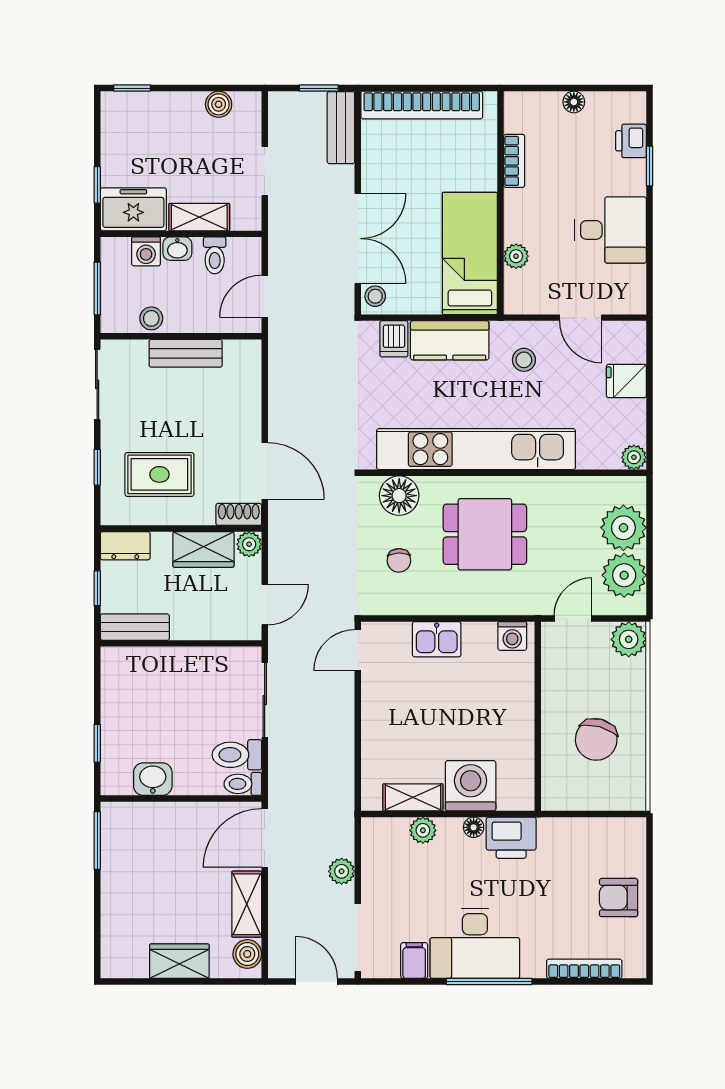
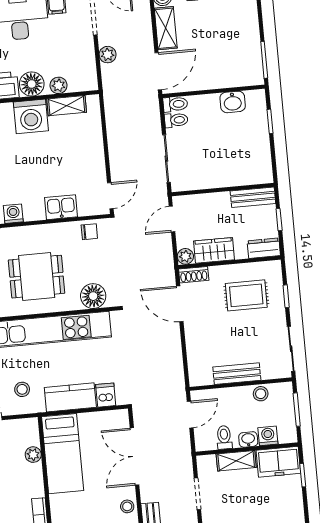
stool: (375, 296) -> (127, 506), moved
chair: (399, 560) -> (89, 232), moved, turned 92
toilet: (237, 755) -> (176, 120), width x0.73, depth x0.72
floor lamp: (474, 827) -> (32, 84), width x1.89, depth x1.89

